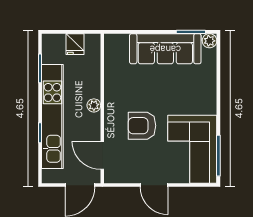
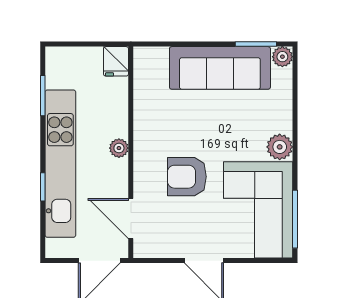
fridge: (75, 44) -> (116, 61), moved
plant: (208, 105) -> (280, 147), added

